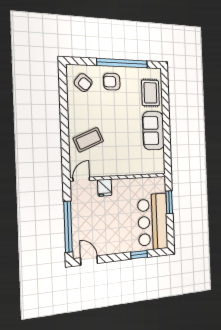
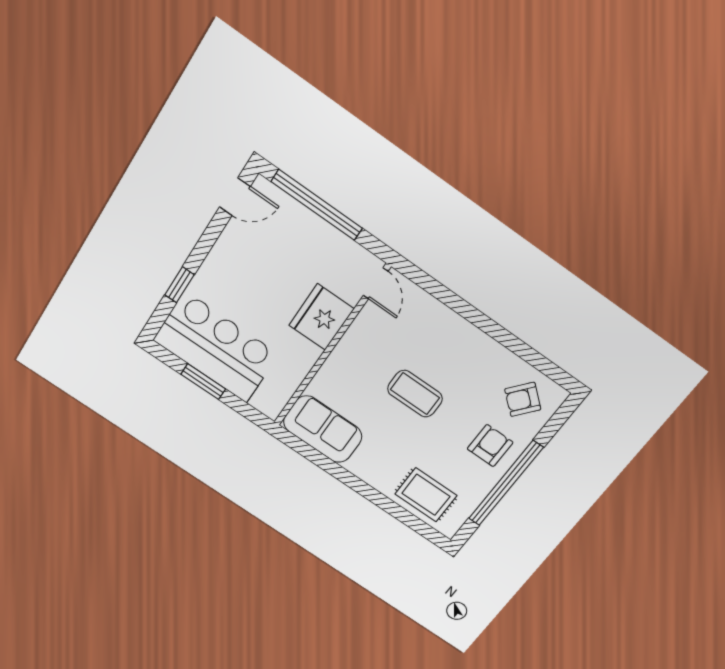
sofa: (153, 131) -> (323, 429), moved
coffee table: (88, 140) -> (415, 394), moved, turned -67
fridge: (105, 188) -> (321, 317), width x1.88, depth x1.34
window: (169, 202) -> (203, 382), moved

